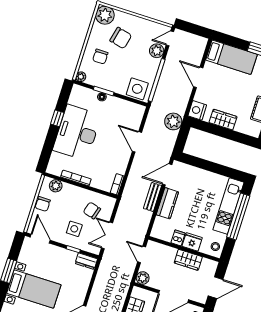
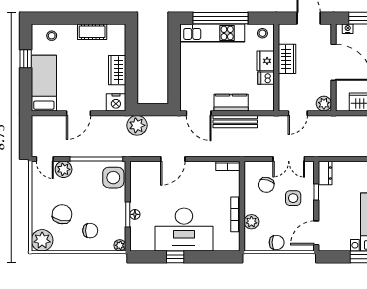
plant: (56, 186) -> (251, 222), moved
bench: (153, 197) -> (235, 122), width x1.36

